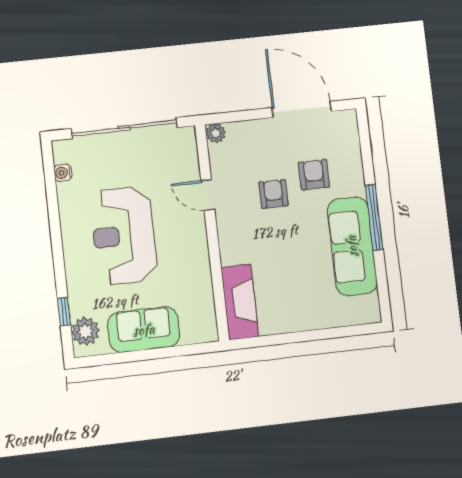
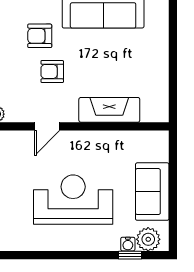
water cooler: (63, 173) -> (128, 244), moved
reception desk: (124, 236) -> (73, 200), turned 180
fireplace: (240, 302) -> (109, 110), moved

